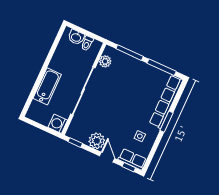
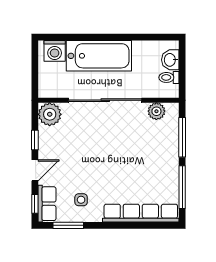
bathtub: (47, 86) -> (99, 56), width x1.36, depth x1.36
window: (167, 122) -> (68, 225), moved
washing machine: (58, 124) -> (55, 51), moved, turned 180
plant: (97, 141) -> (50, 114), moved
window: (75, 143) -> (35, 140), moved

